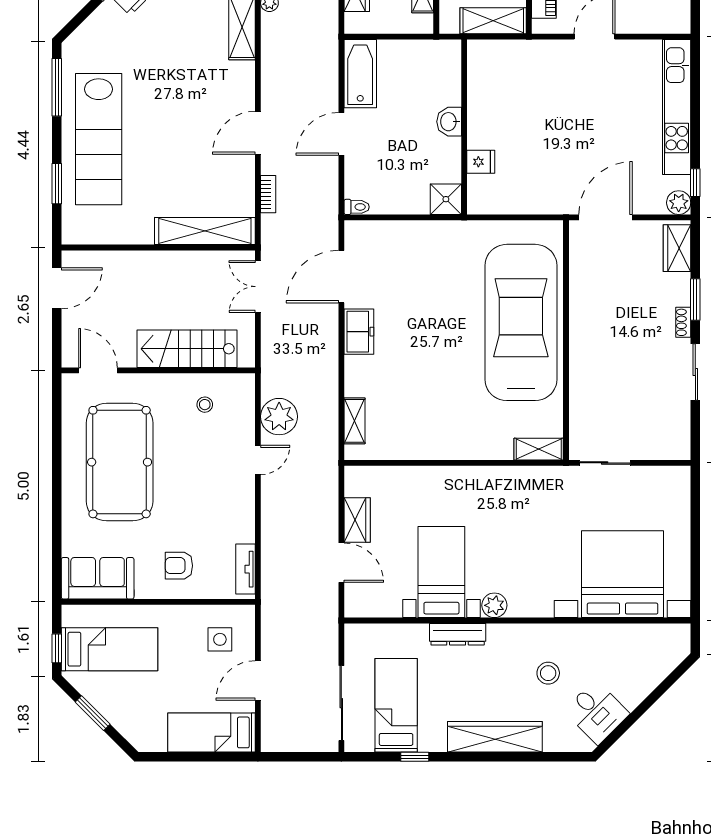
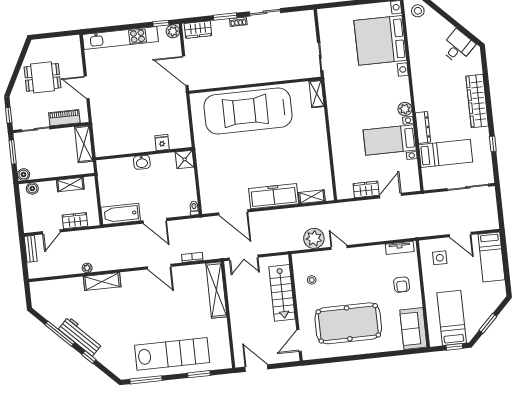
freezer: (359, 332) -> (274, 196), width x1.91, depth x1.26
stool: (548, 673) -> (418, 11), moved
bed: (396, 705) -> (446, 153), moved, turned 180

